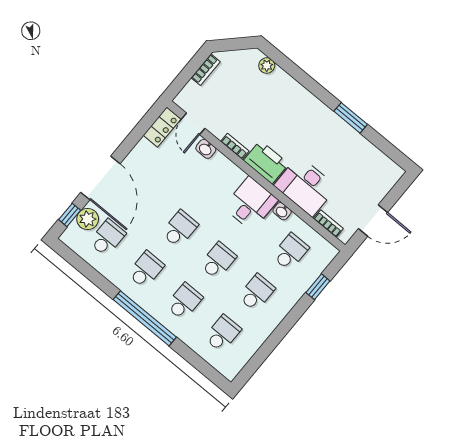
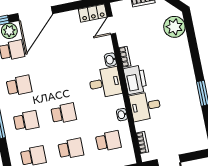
plant: (267, 66) -> (174, 27), width x1.87, depth x1.87
washbasin: (206, 149) -> (110, 60), moved
desk: (305, 186) -> (145, 106), width x0.73
desk: (251, 204) -> (105, 83), moved
school desk: (180, 229) -> (57, 78), removed

